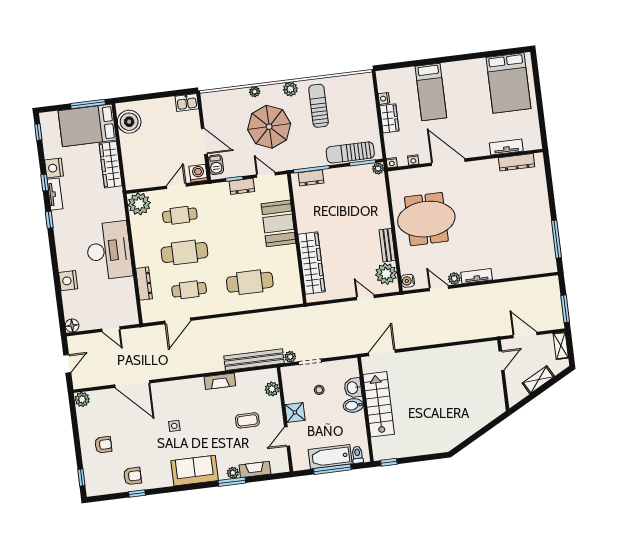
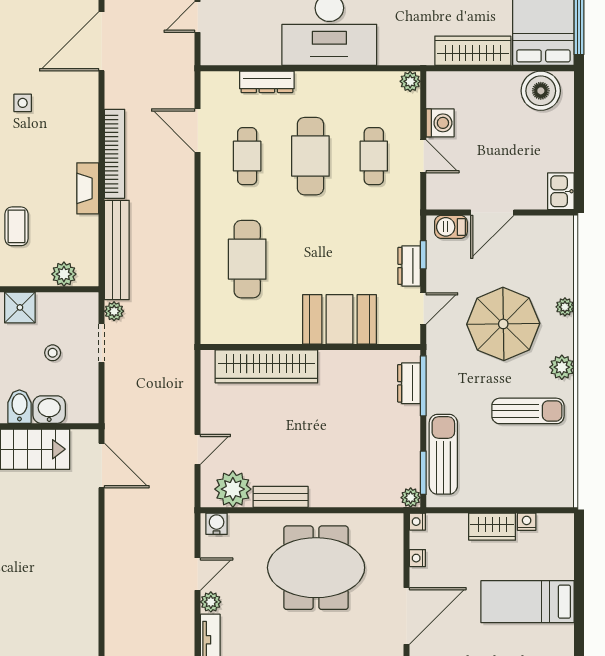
washing machine: (198, 173) -> (440, 123), moved
plant: (139, 204) -> (410, 81), width x0.53, depth x0.53
meeting table: (426, 219) -> (316, 568), turned 90
bookcase: (198, 368) -> (115, 154), added

